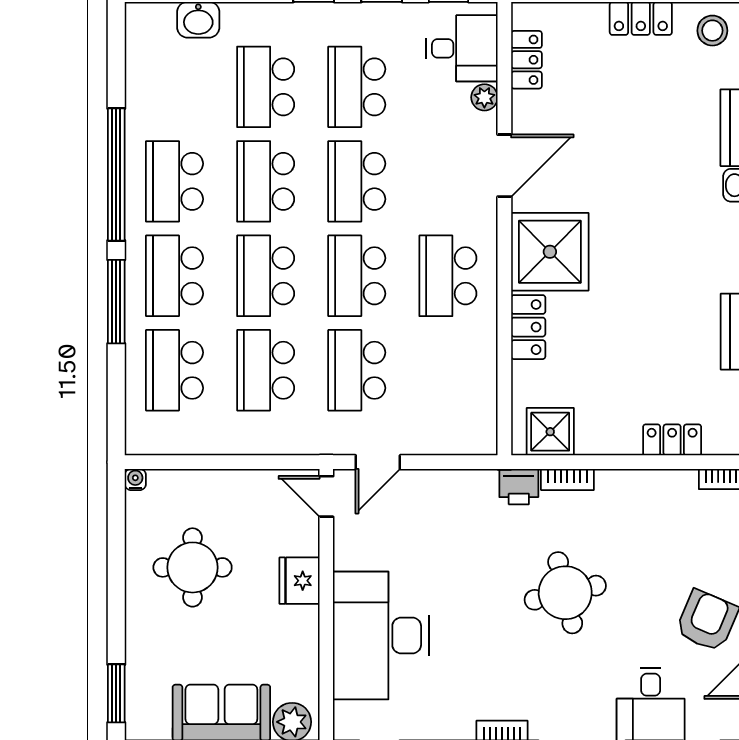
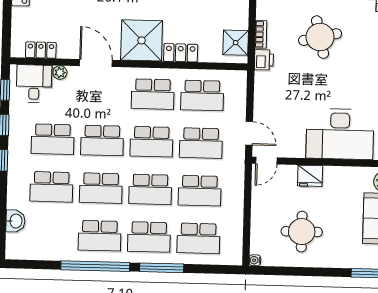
school desk: (448, 370) -> (202, 95), added

